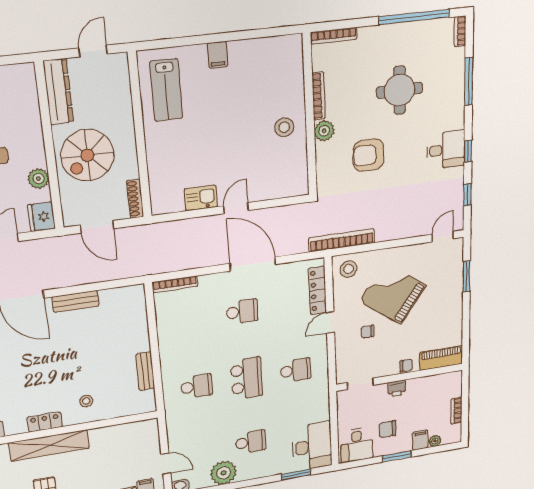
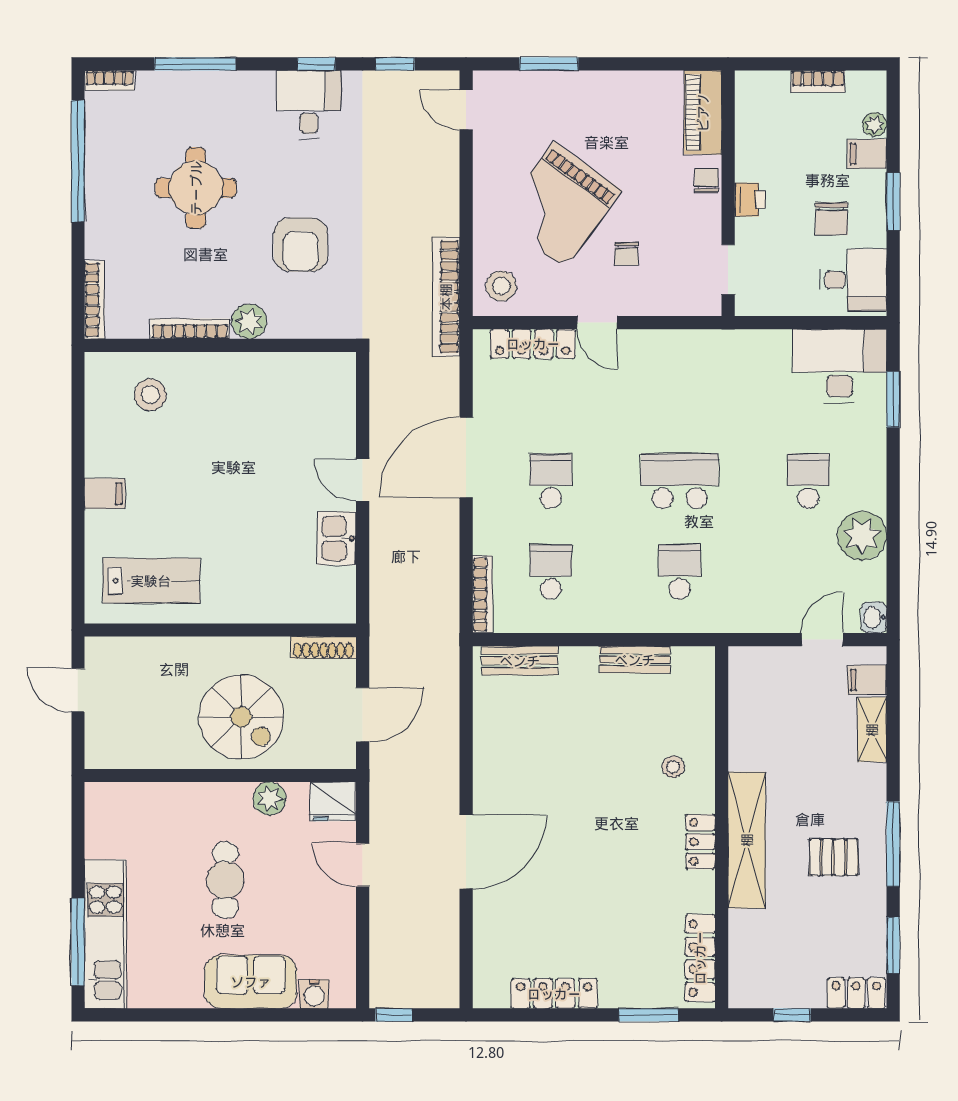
dresser: (58, 92) -> (135, 751), removed
stool: (284, 127) -> (150, 395), moved
bench: (76, 301) -> (520, 661), moved, turned 90
school desk: (296, 370) -> (551, 572), moved

